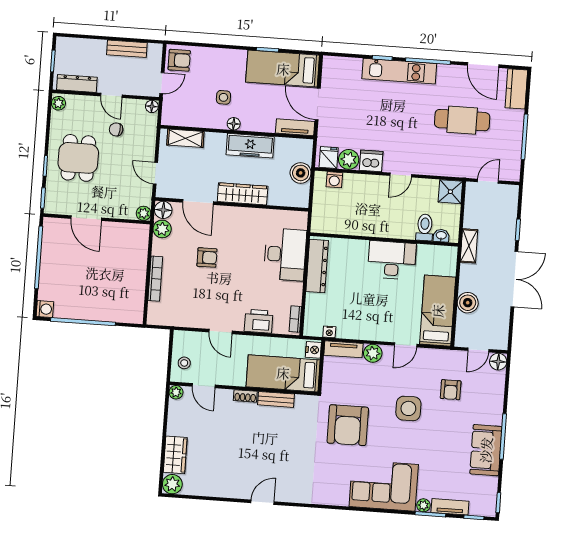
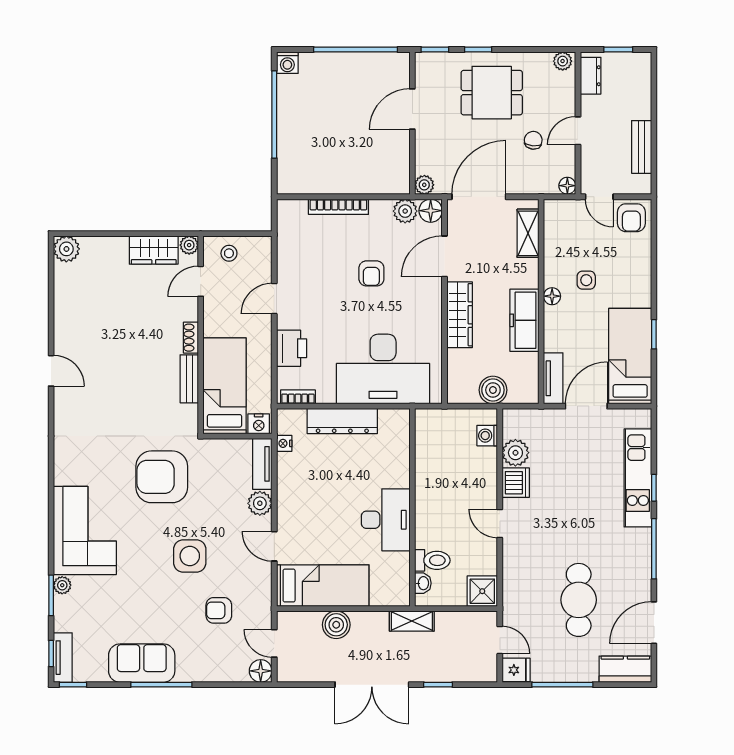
kitchen unit: (399, 71) -> (638, 478), moved
dresser: (77, 84) -> (591, 76), width x0.70
fridge: (329, 158) -> (516, 670), moved
door: (155, 173) -> (479, 197), width x1.88
desk: (285, 254) -> (383, 369), width x1.36, depth x1.30
dresser: (317, 266) -> (342, 421), moved
wardrobe: (175, 455) -> (154, 250), moved
tv unit: (450, 507) -> (63, 658), moved

